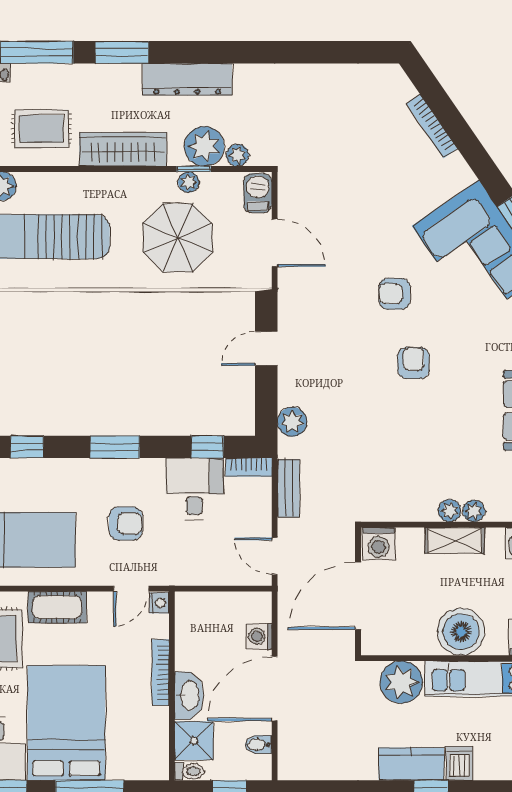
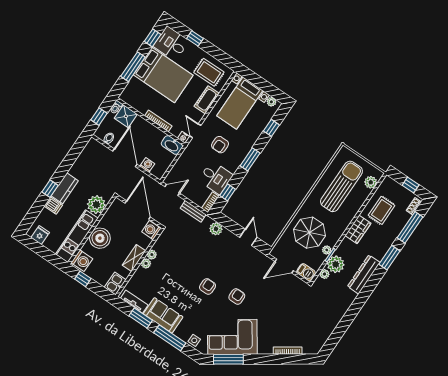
wardrobe: (123, 149) -> (358, 229), width x0.67
armchair: (413, 363) -> (208, 286), turned -90
plant: (474, 511) -> (152, 255), moved
washbasin: (189, 695) -> (172, 145), moved

